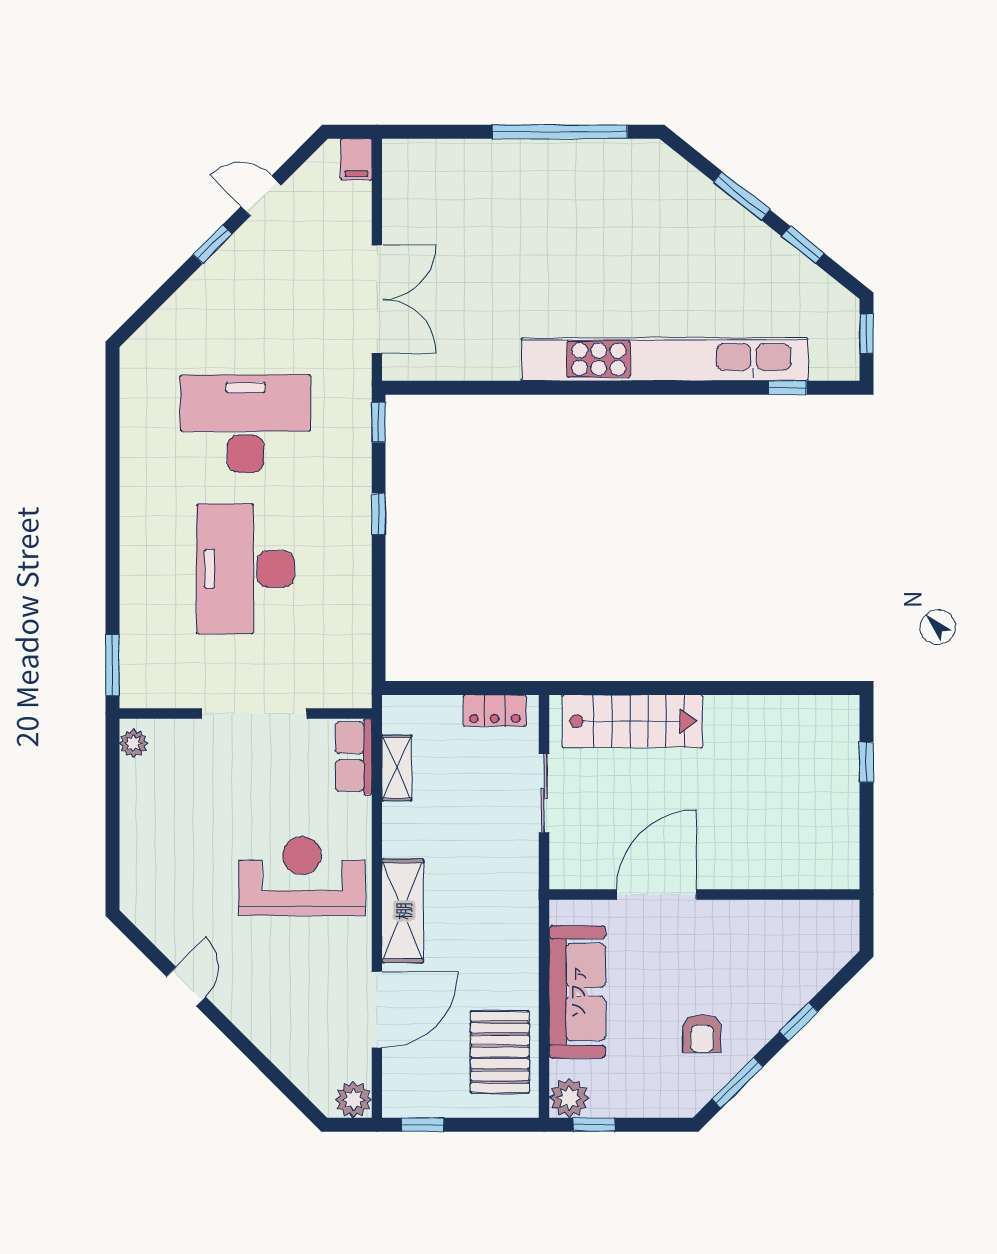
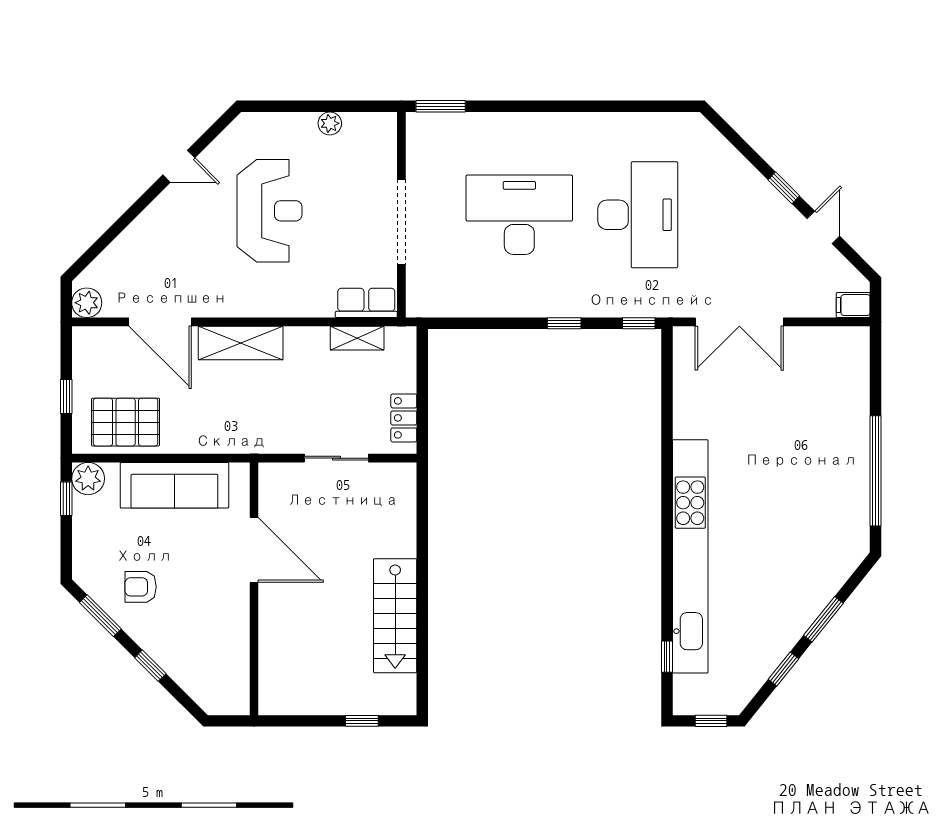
stairs: (632, 721) -> (395, 616), moved
plant: (133, 743) -> (330, 123), moved
reception desk: (302, 876) -> (269, 211), moved
window: (423, 1125) -> (66, 396), moved

